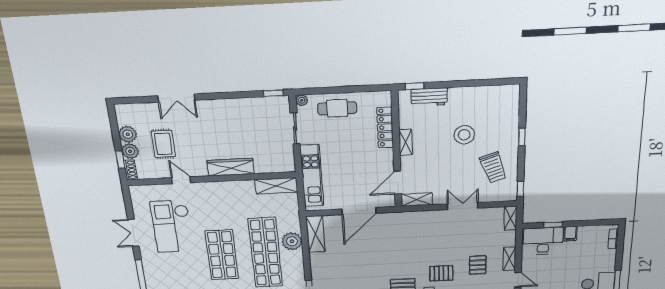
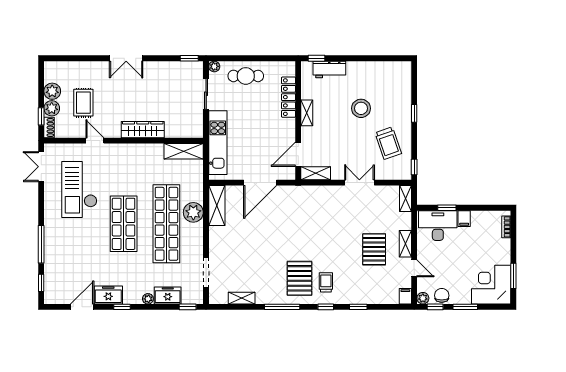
double door: (176, 98) -> (126, 58), moved
double door: (133, 233) -> (41, 167), moved
pallet: (478, 265) -> (374, 249), width x1.50, depth x1.42
pallet: (441, 273) -> (338, 257), removed

